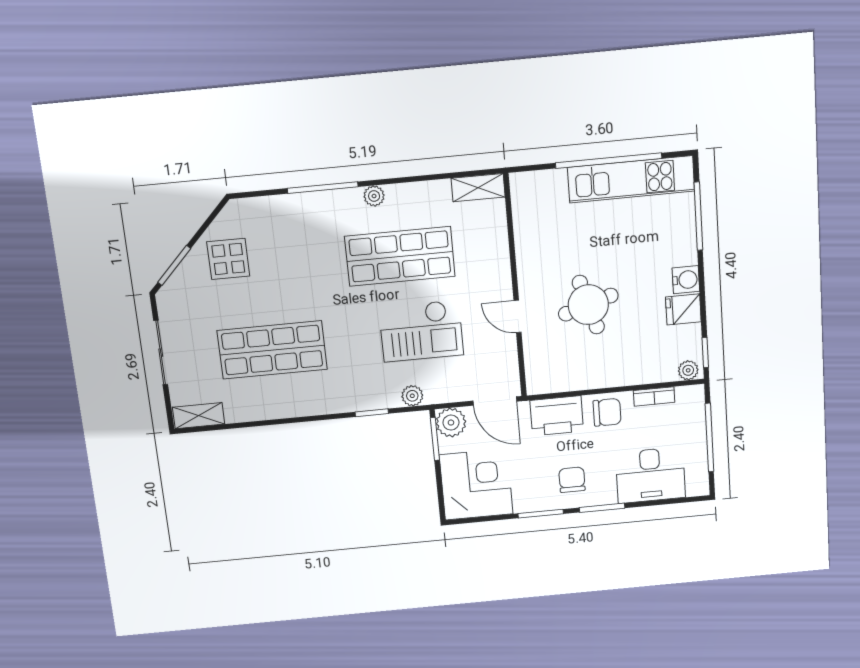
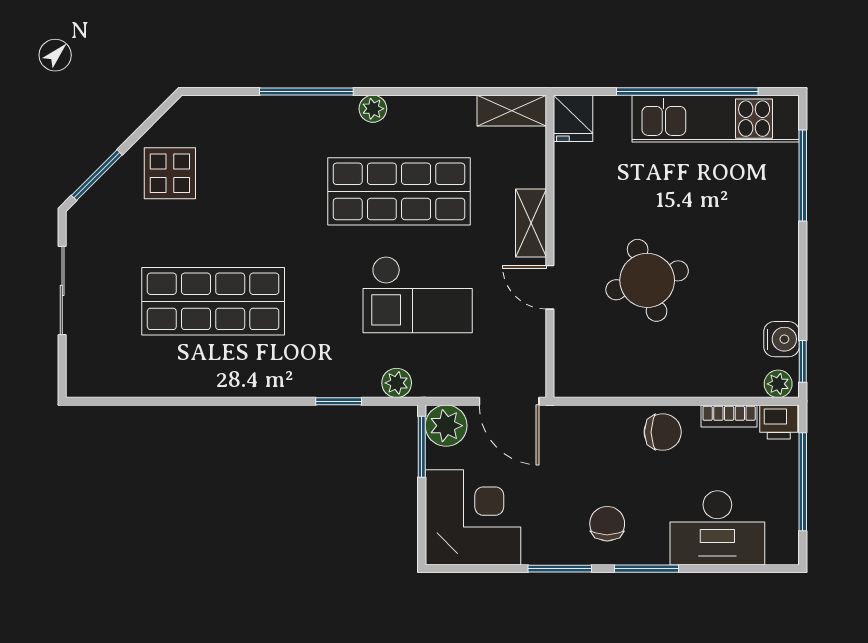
water cooler: (686, 280) -> (781, 339), moved
fridge: (683, 309) -> (573, 118), moved, turned -90
shelving: (199, 416) -> (531, 223), moved, turned 90
printer: (557, 416) -> (779, 422), moved, width x0.53, depth x0.68

